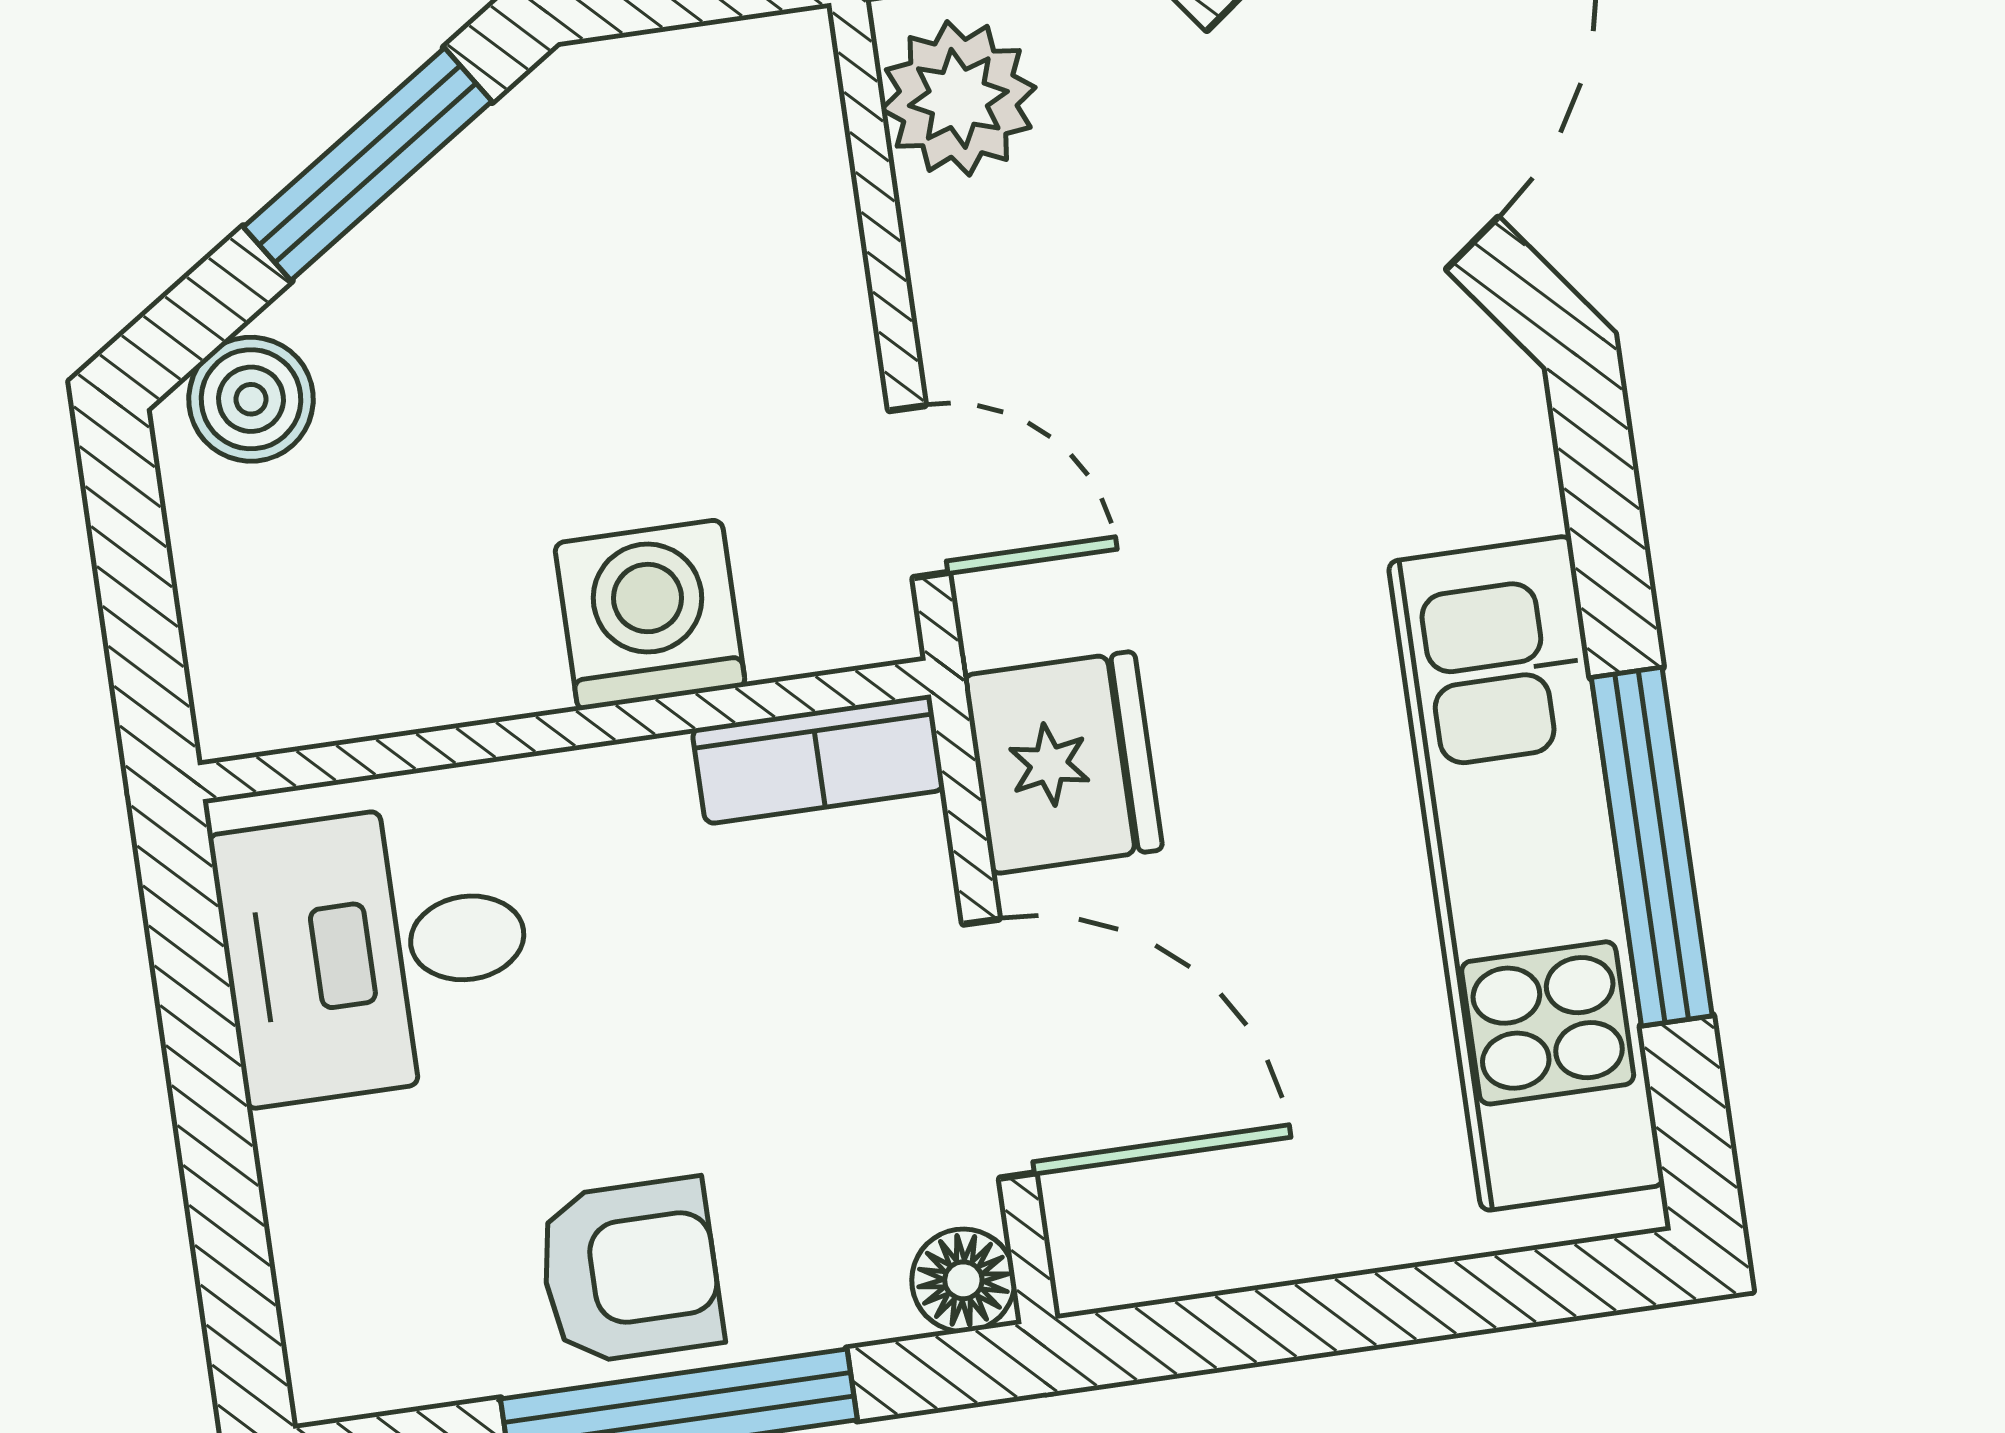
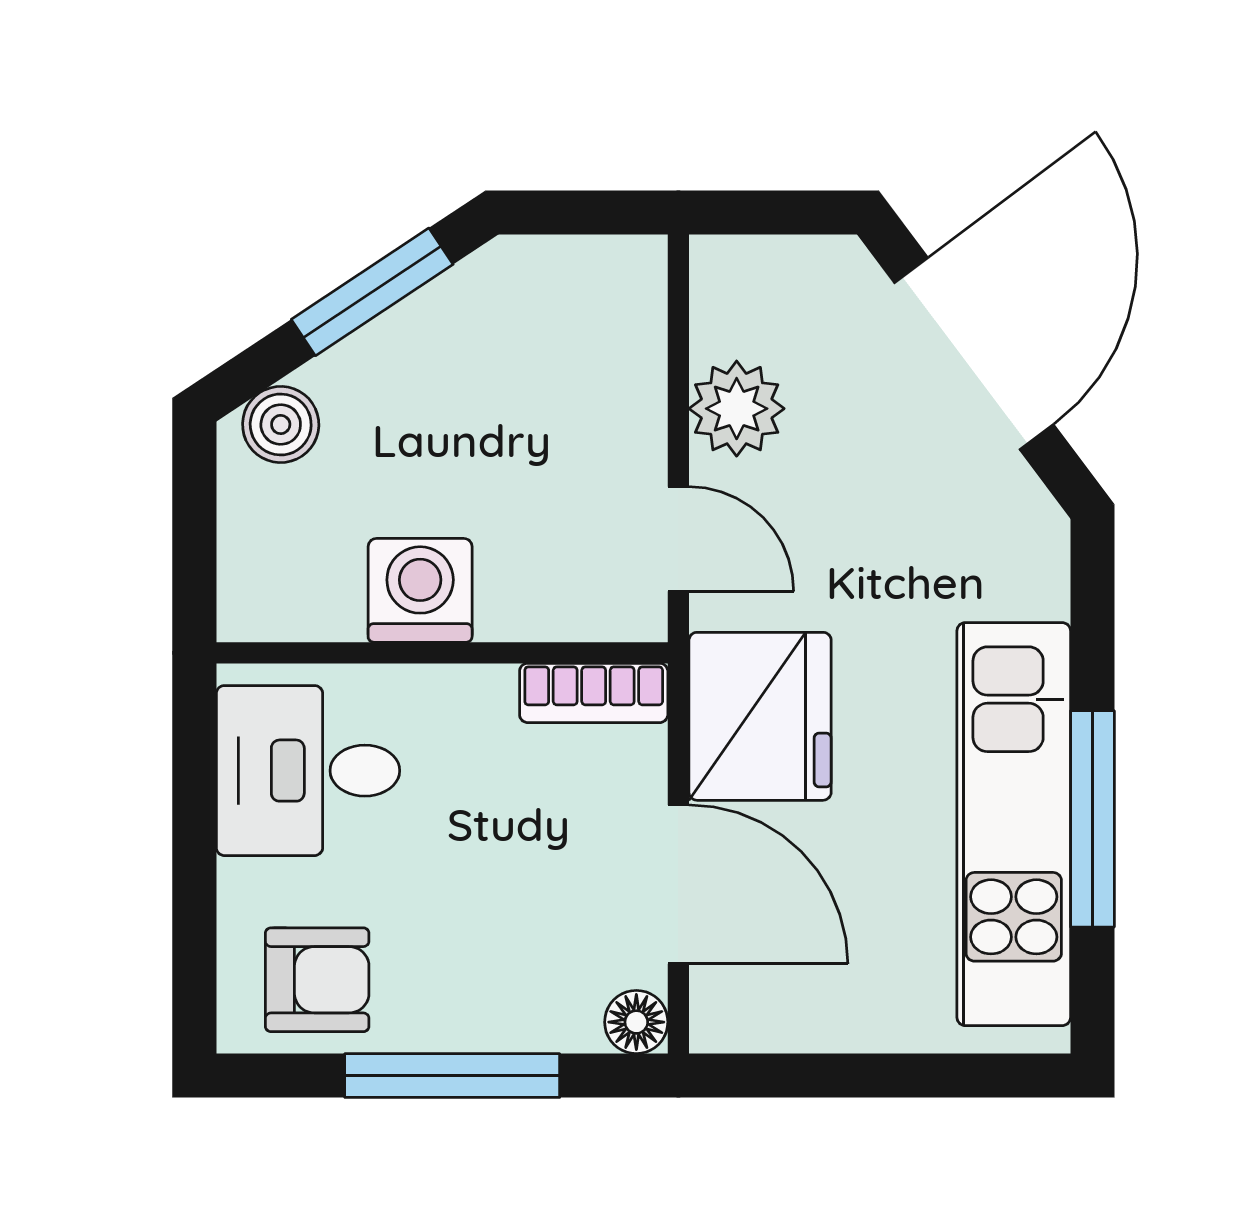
plant: (958, 98) -> (737, 409), moved
washing machine: (650, 615) -> (420, 590), moved
fridge: (1063, 763) -> (760, 716), width x1.36, depth x1.34
armchair: (630, 1271) -> (317, 980), moved

